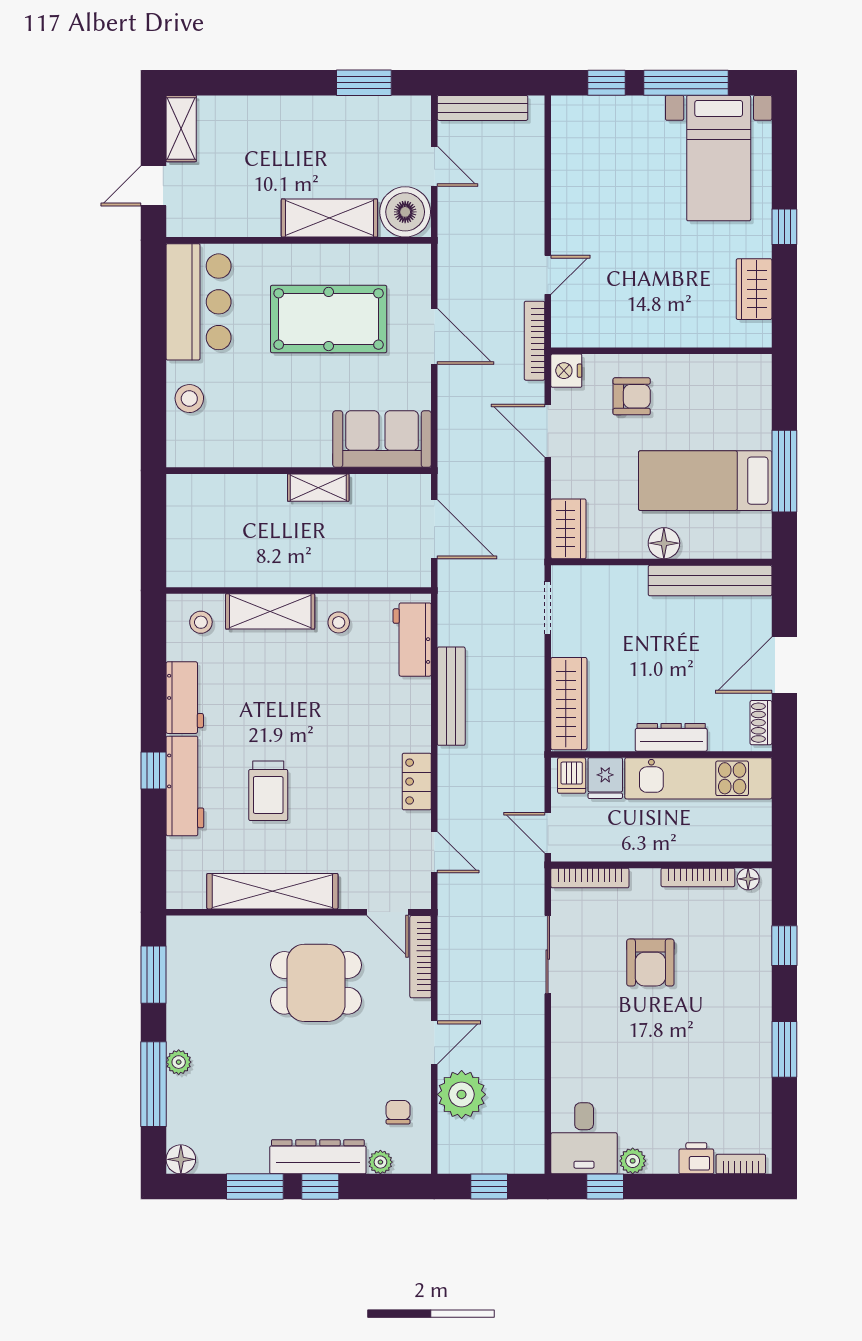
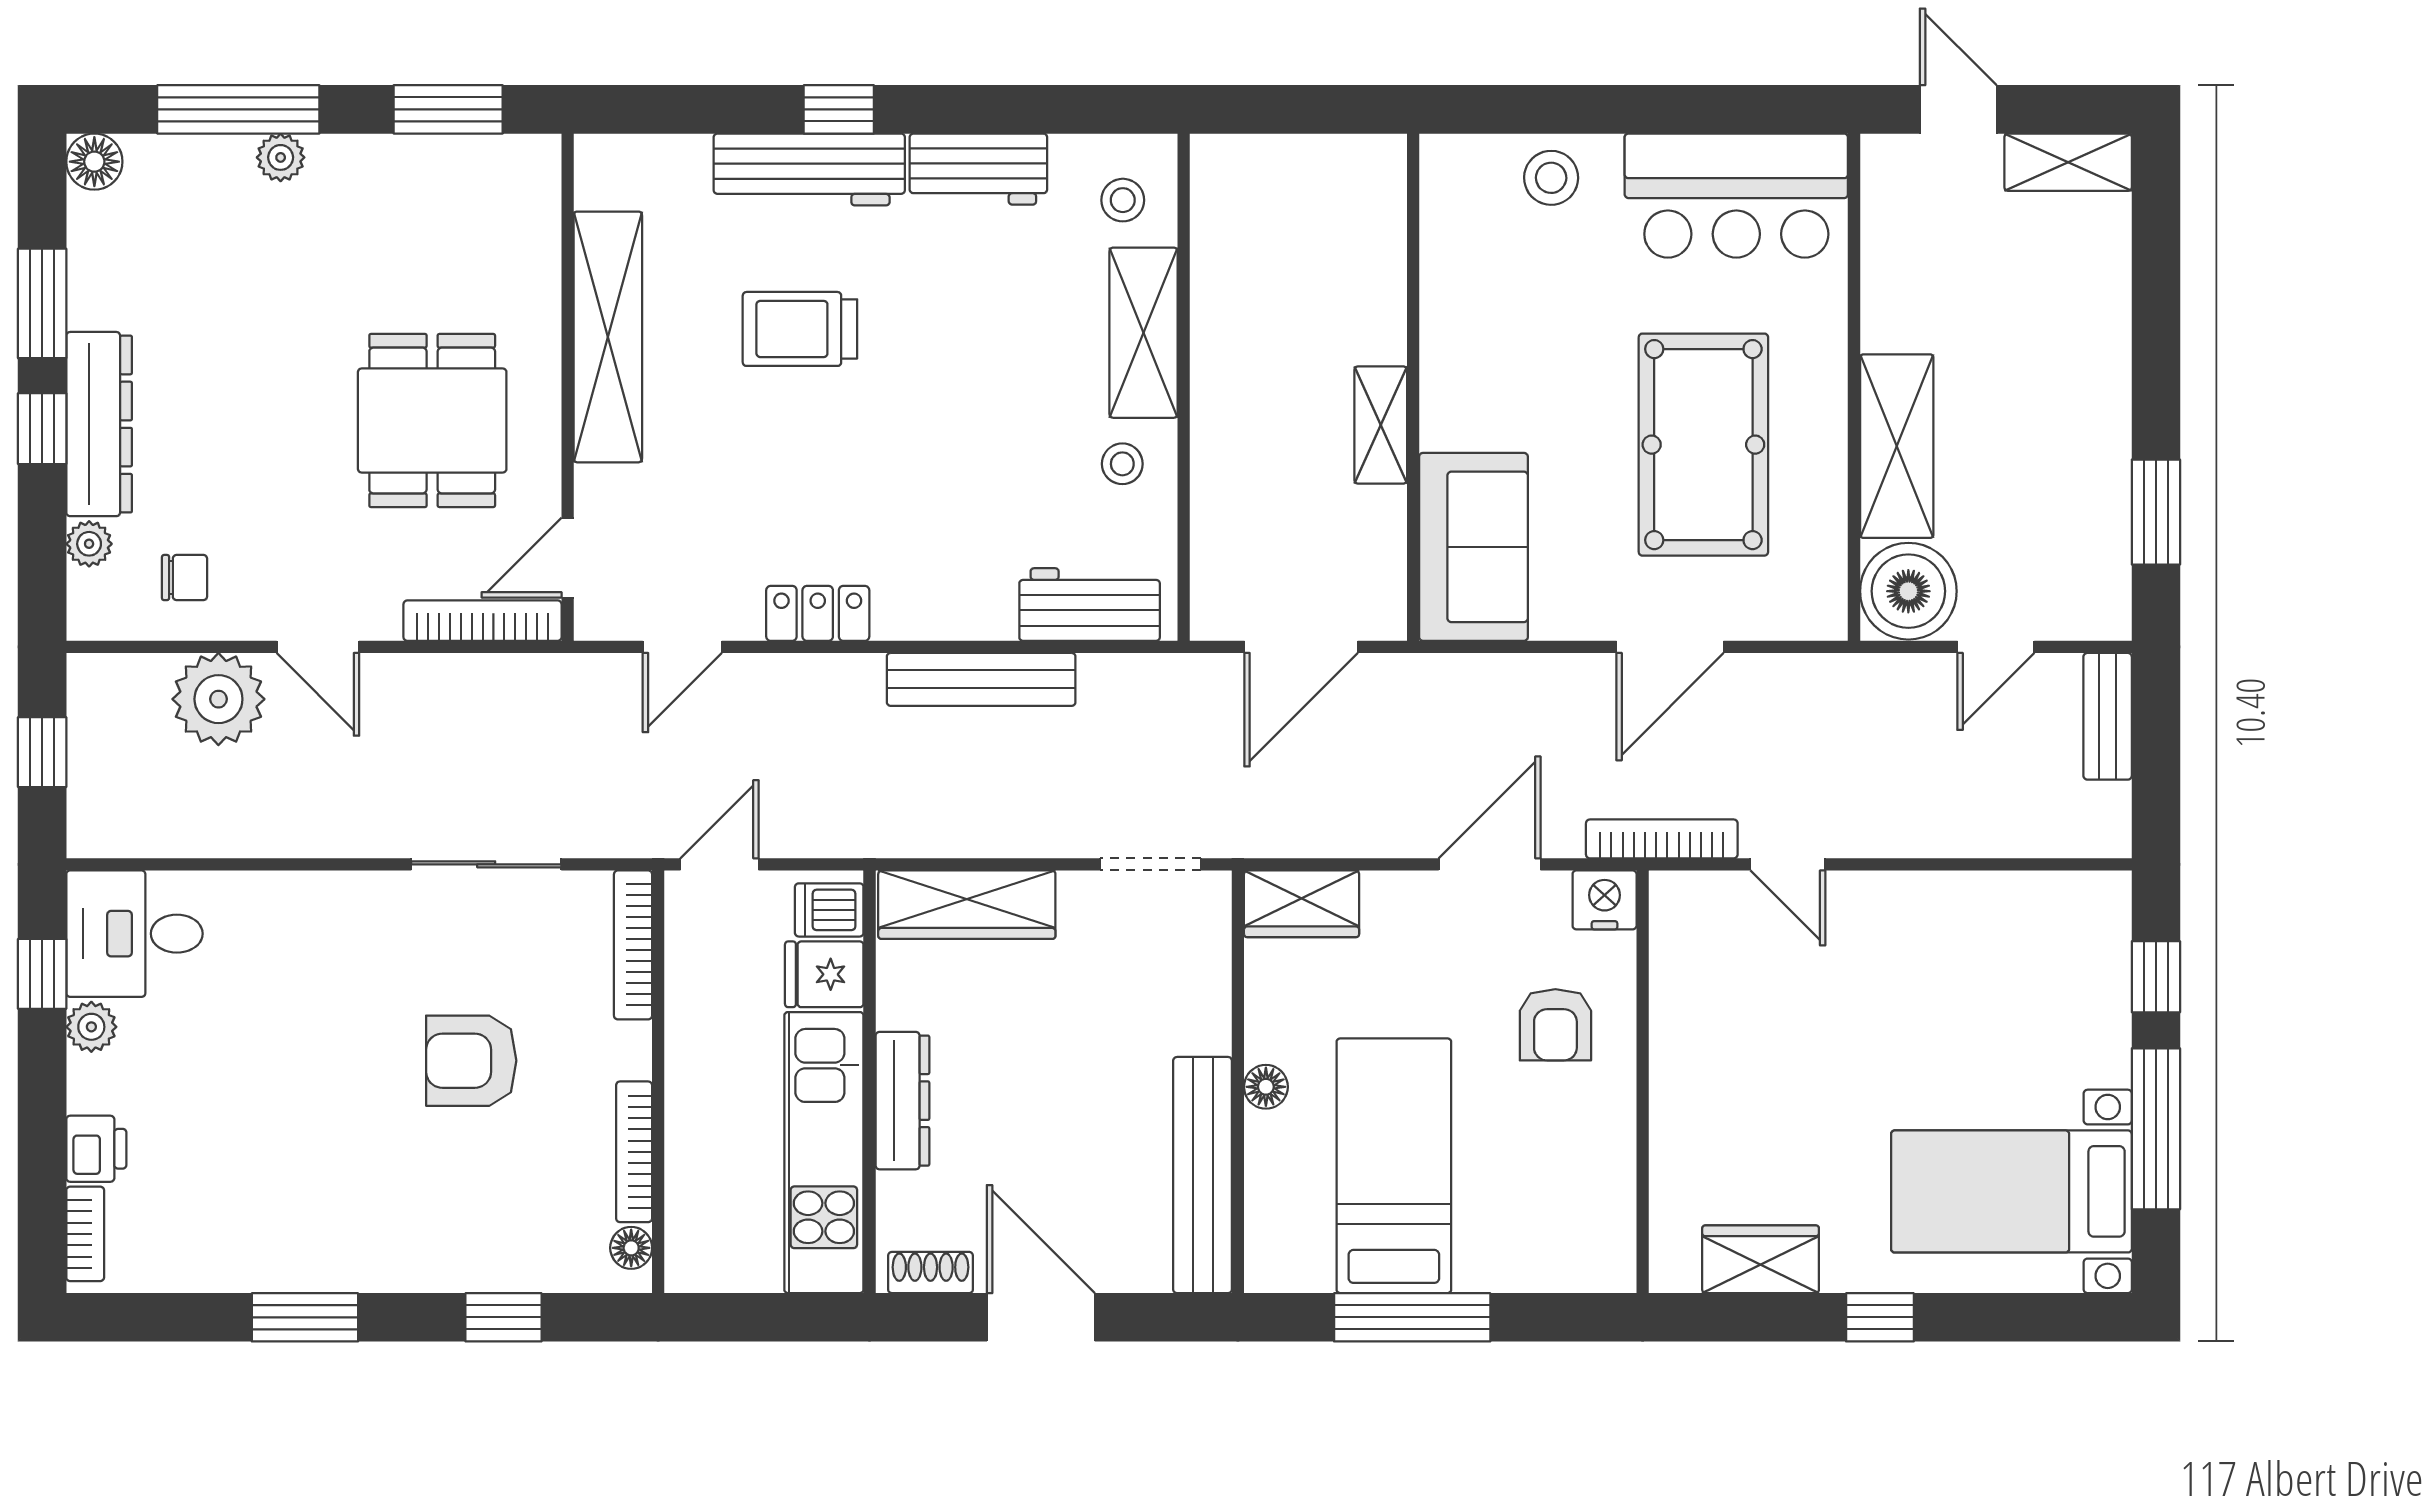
bench: (483, 108) -> (2108, 716), width x0.73
floor lamp: (664, 543) -> (1266, 1087), width x0.73, depth x0.73

